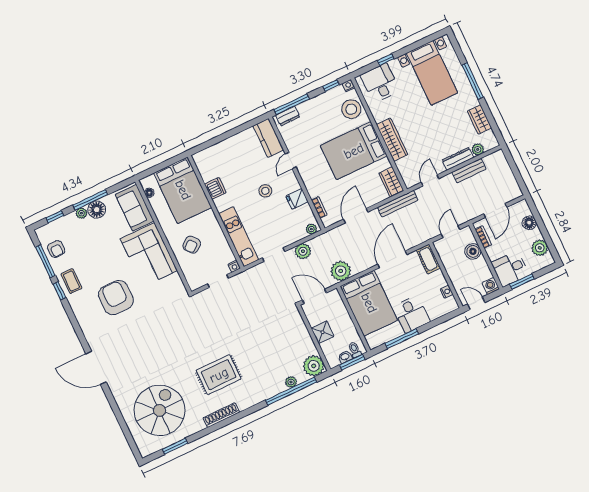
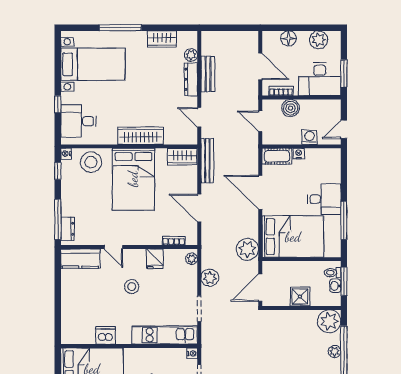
desk: (510, 269) -> (320, 79), width x1.37
washing machine: (491, 286) -> (309, 137), moved, turned 90
nightstand: (447, 292) -> (299, 154), moved

